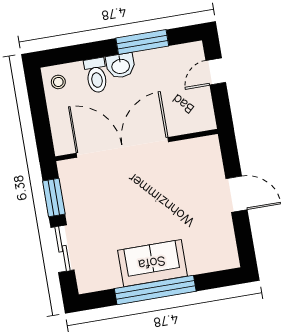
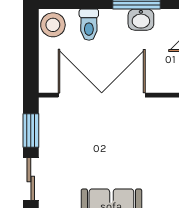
washbasin: (120, 66) -> (141, 20), moved
stool: (58, 82) -> (53, 25), width x1.89, depth x1.89

